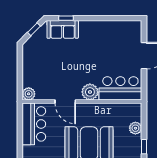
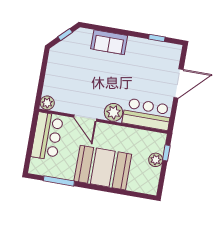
window: (66, 18) -> (157, 38), moved
sofa: (63, 29) -> (109, 42), moved
window: (144, 147) -> (166, 153), moved

